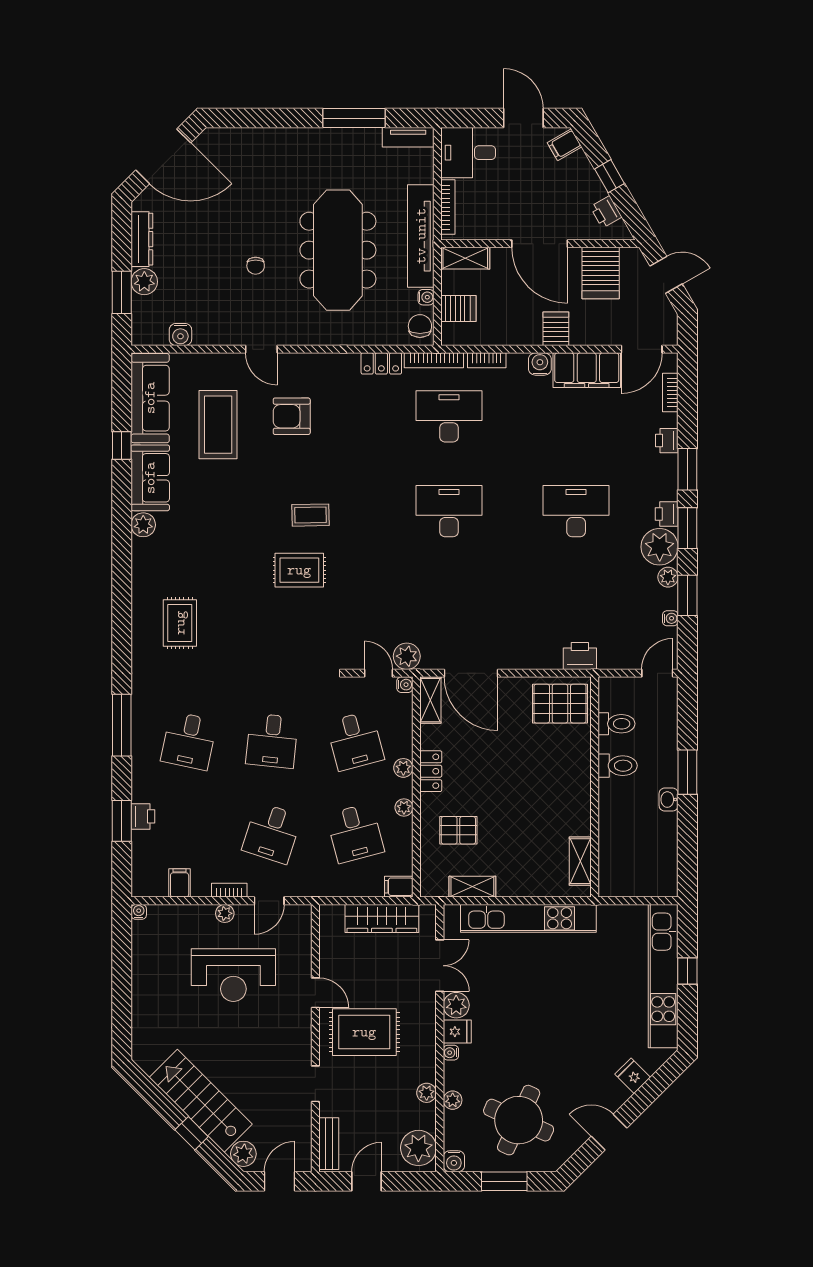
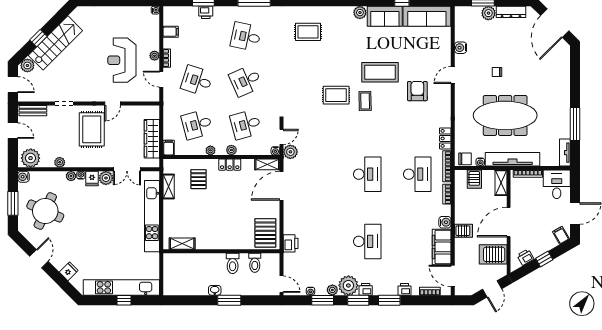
water cooler: (180, 335) -> (461, 48), moved
coffee table: (218, 425) -> (380, 72), moved
rug: (299, 570) -> (336, 95), turned 90
desk: (272, 741) -> (246, 81), turned -30
plant: (453, 1100) -> (71, 176), moved

